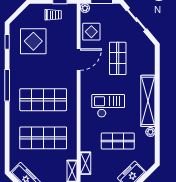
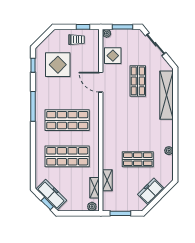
door: (79, 60) -> (101, 82), swing flipped
shelving: (148, 101) -> (166, 95), moved
checkout: (108, 106) -> (129, 126), removed

